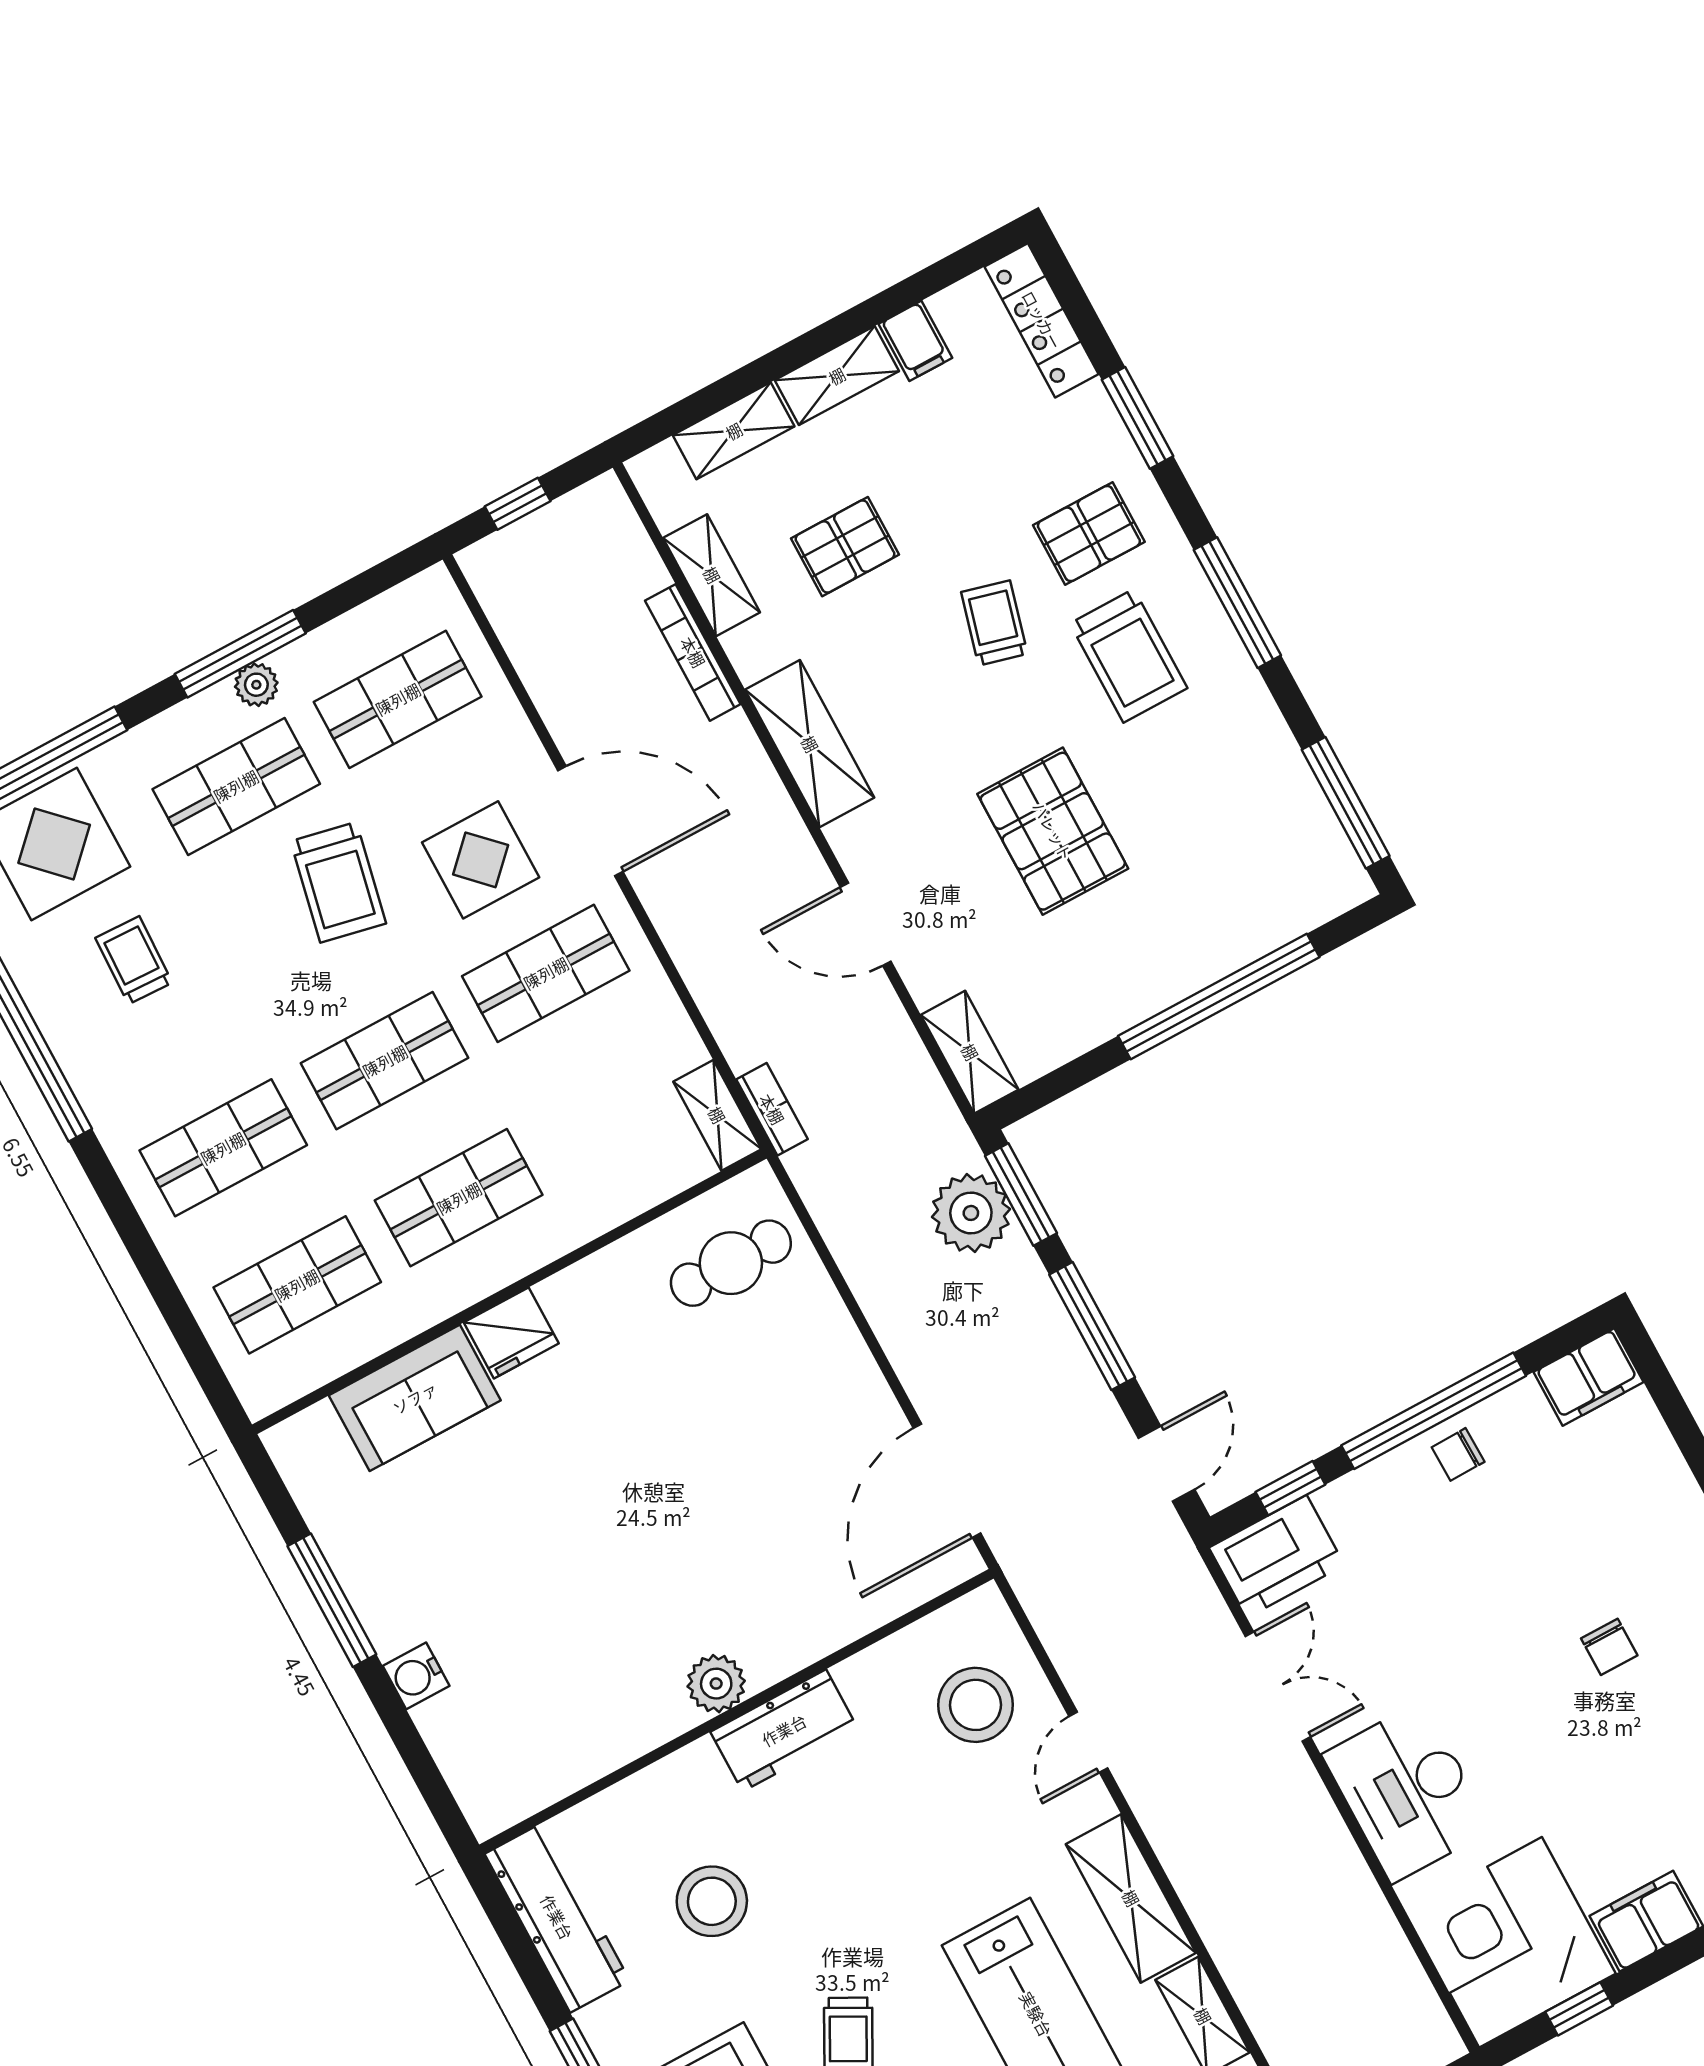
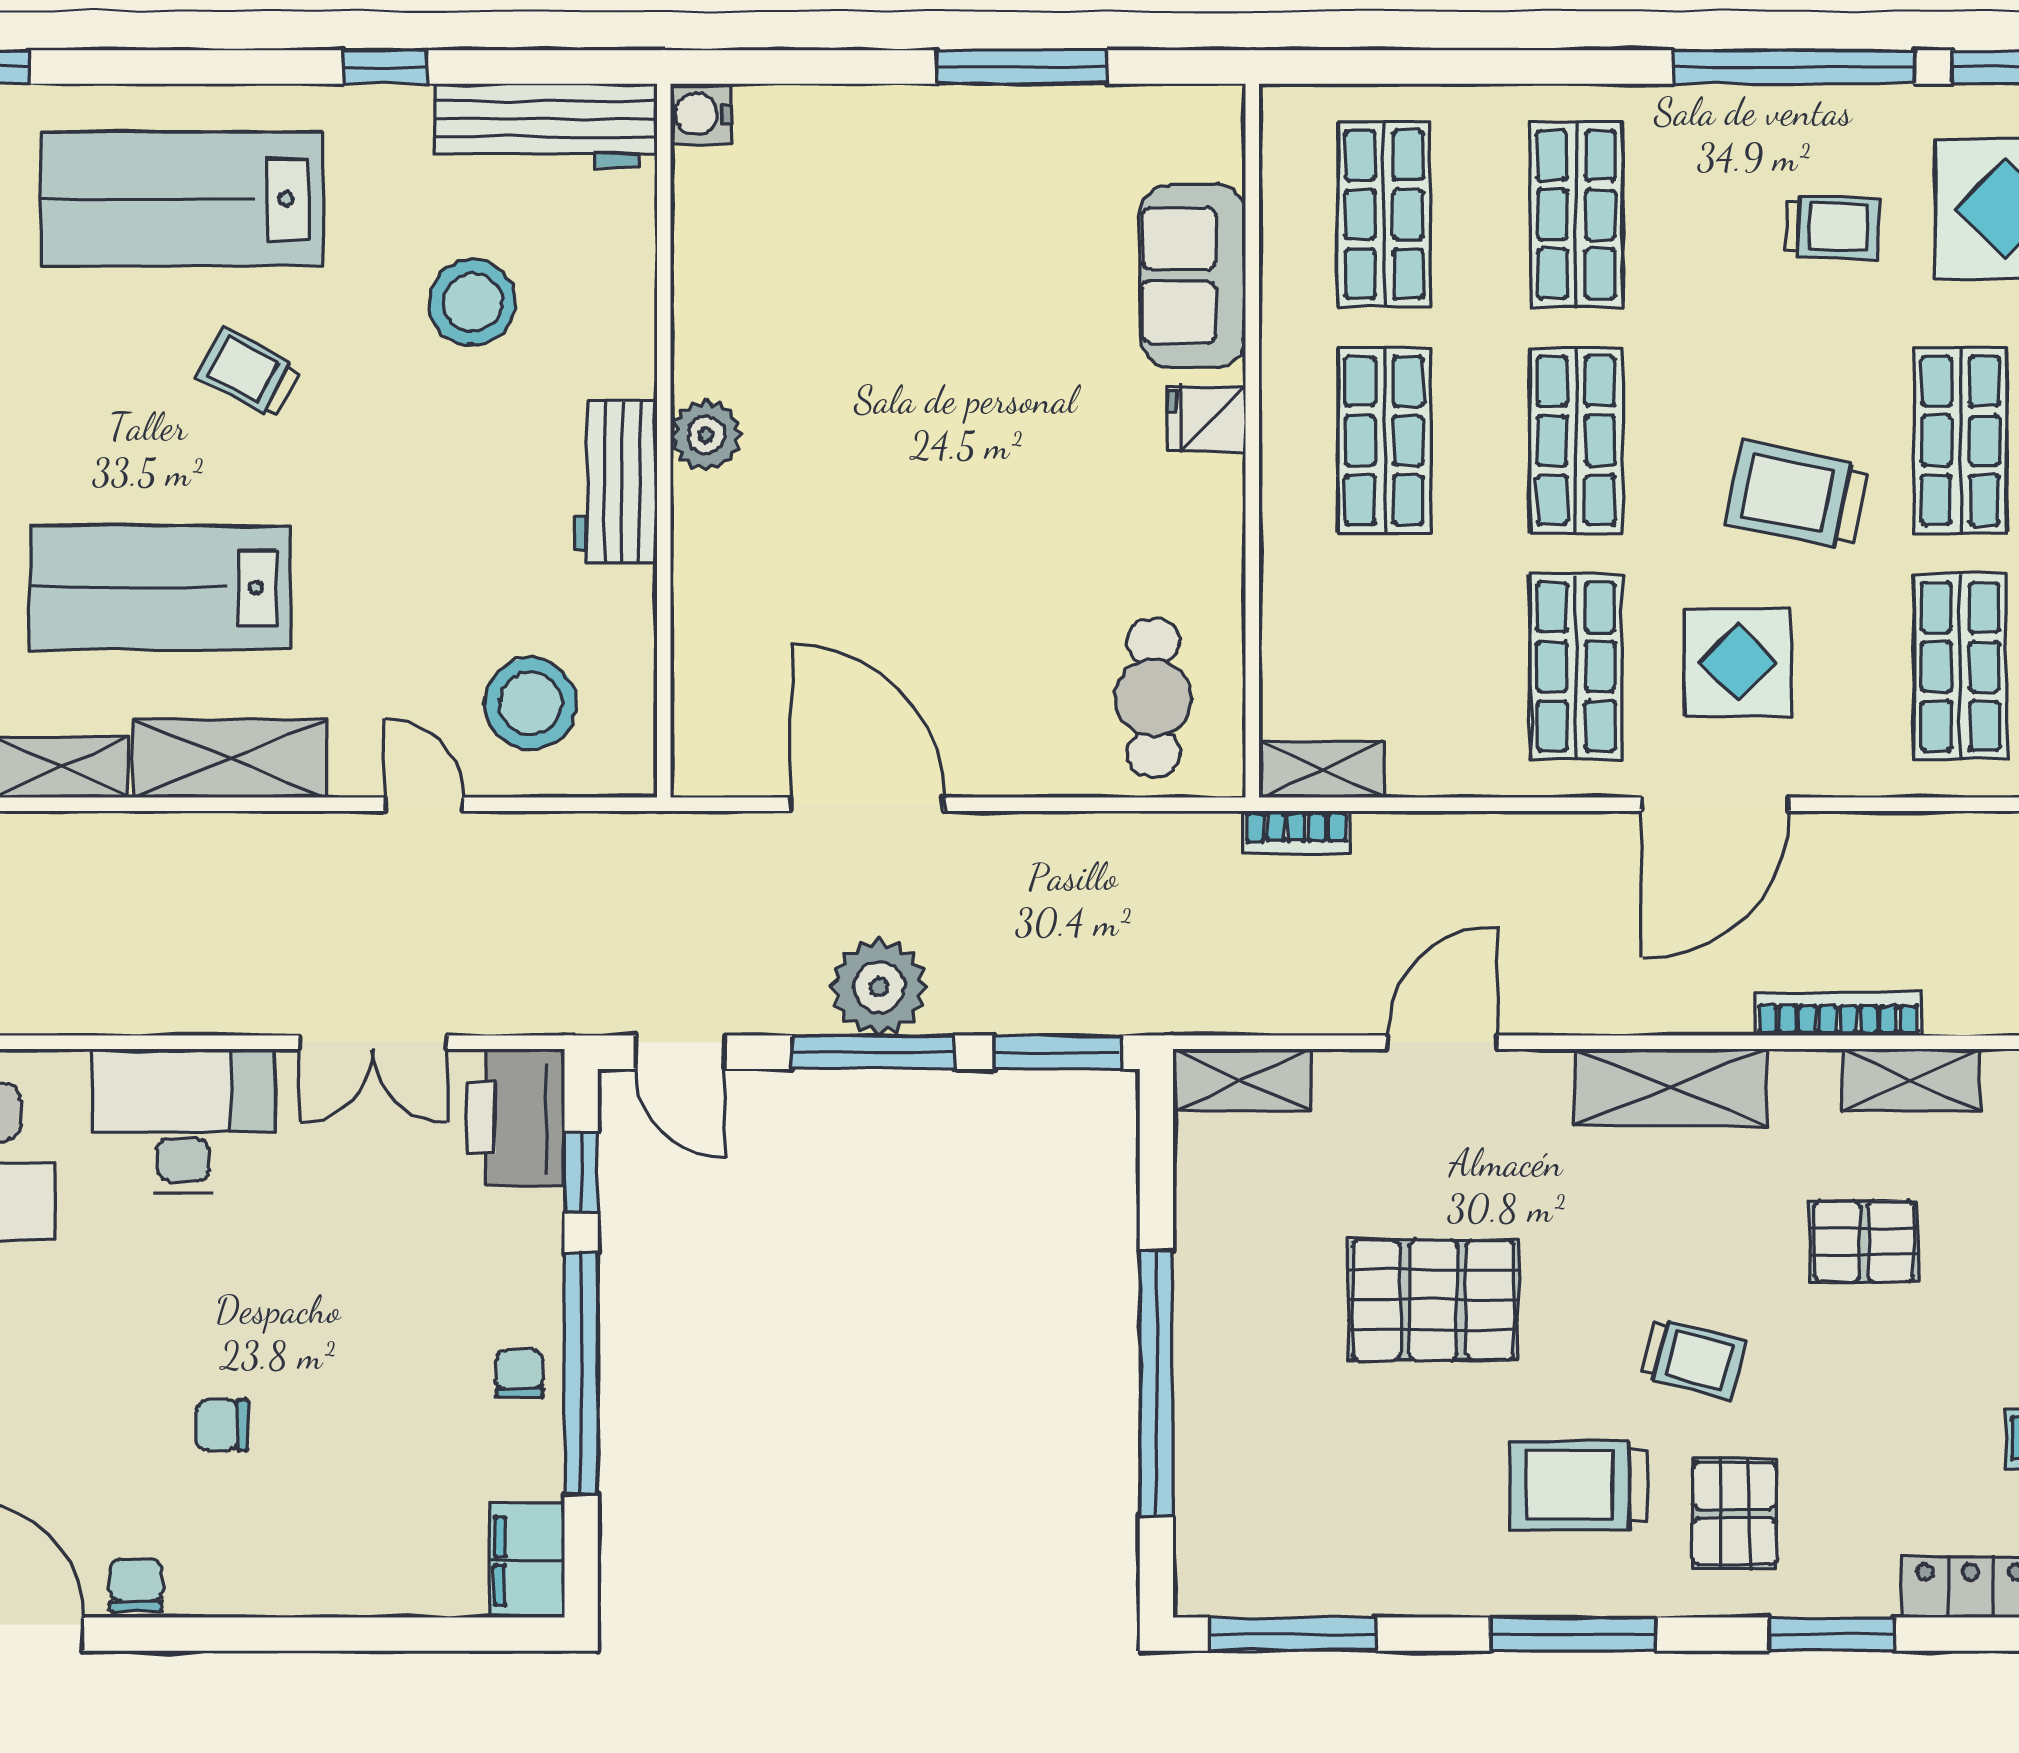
pallet: (845, 547) -> (1864, 1241), turned 90
plant: (971, 1213) -> (879, 987), moved
fridge: (511, 1333) -> (1206, 418), width x0.72
door: (947, 1481) -> (867, 804), moved
water cooler: (416, 1676) -> (701, 114), moved, turned -90

